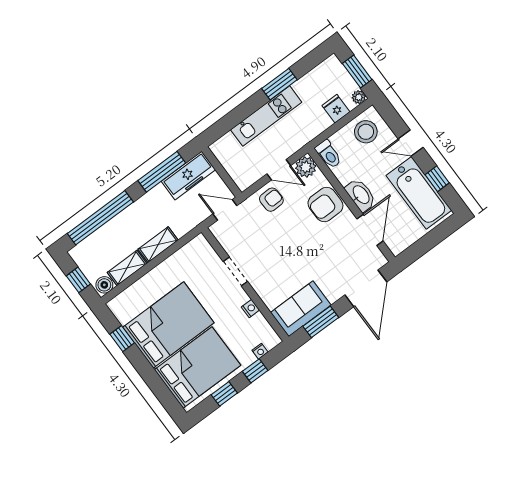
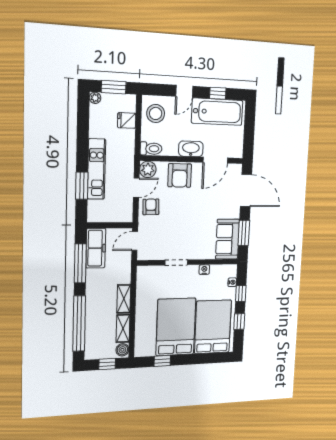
window: (279, 84) -> (82, 186), moved
plant: (359, 97) -> (95, 98), moved
door: (370, 230) -> (215, 160), swing flipped

